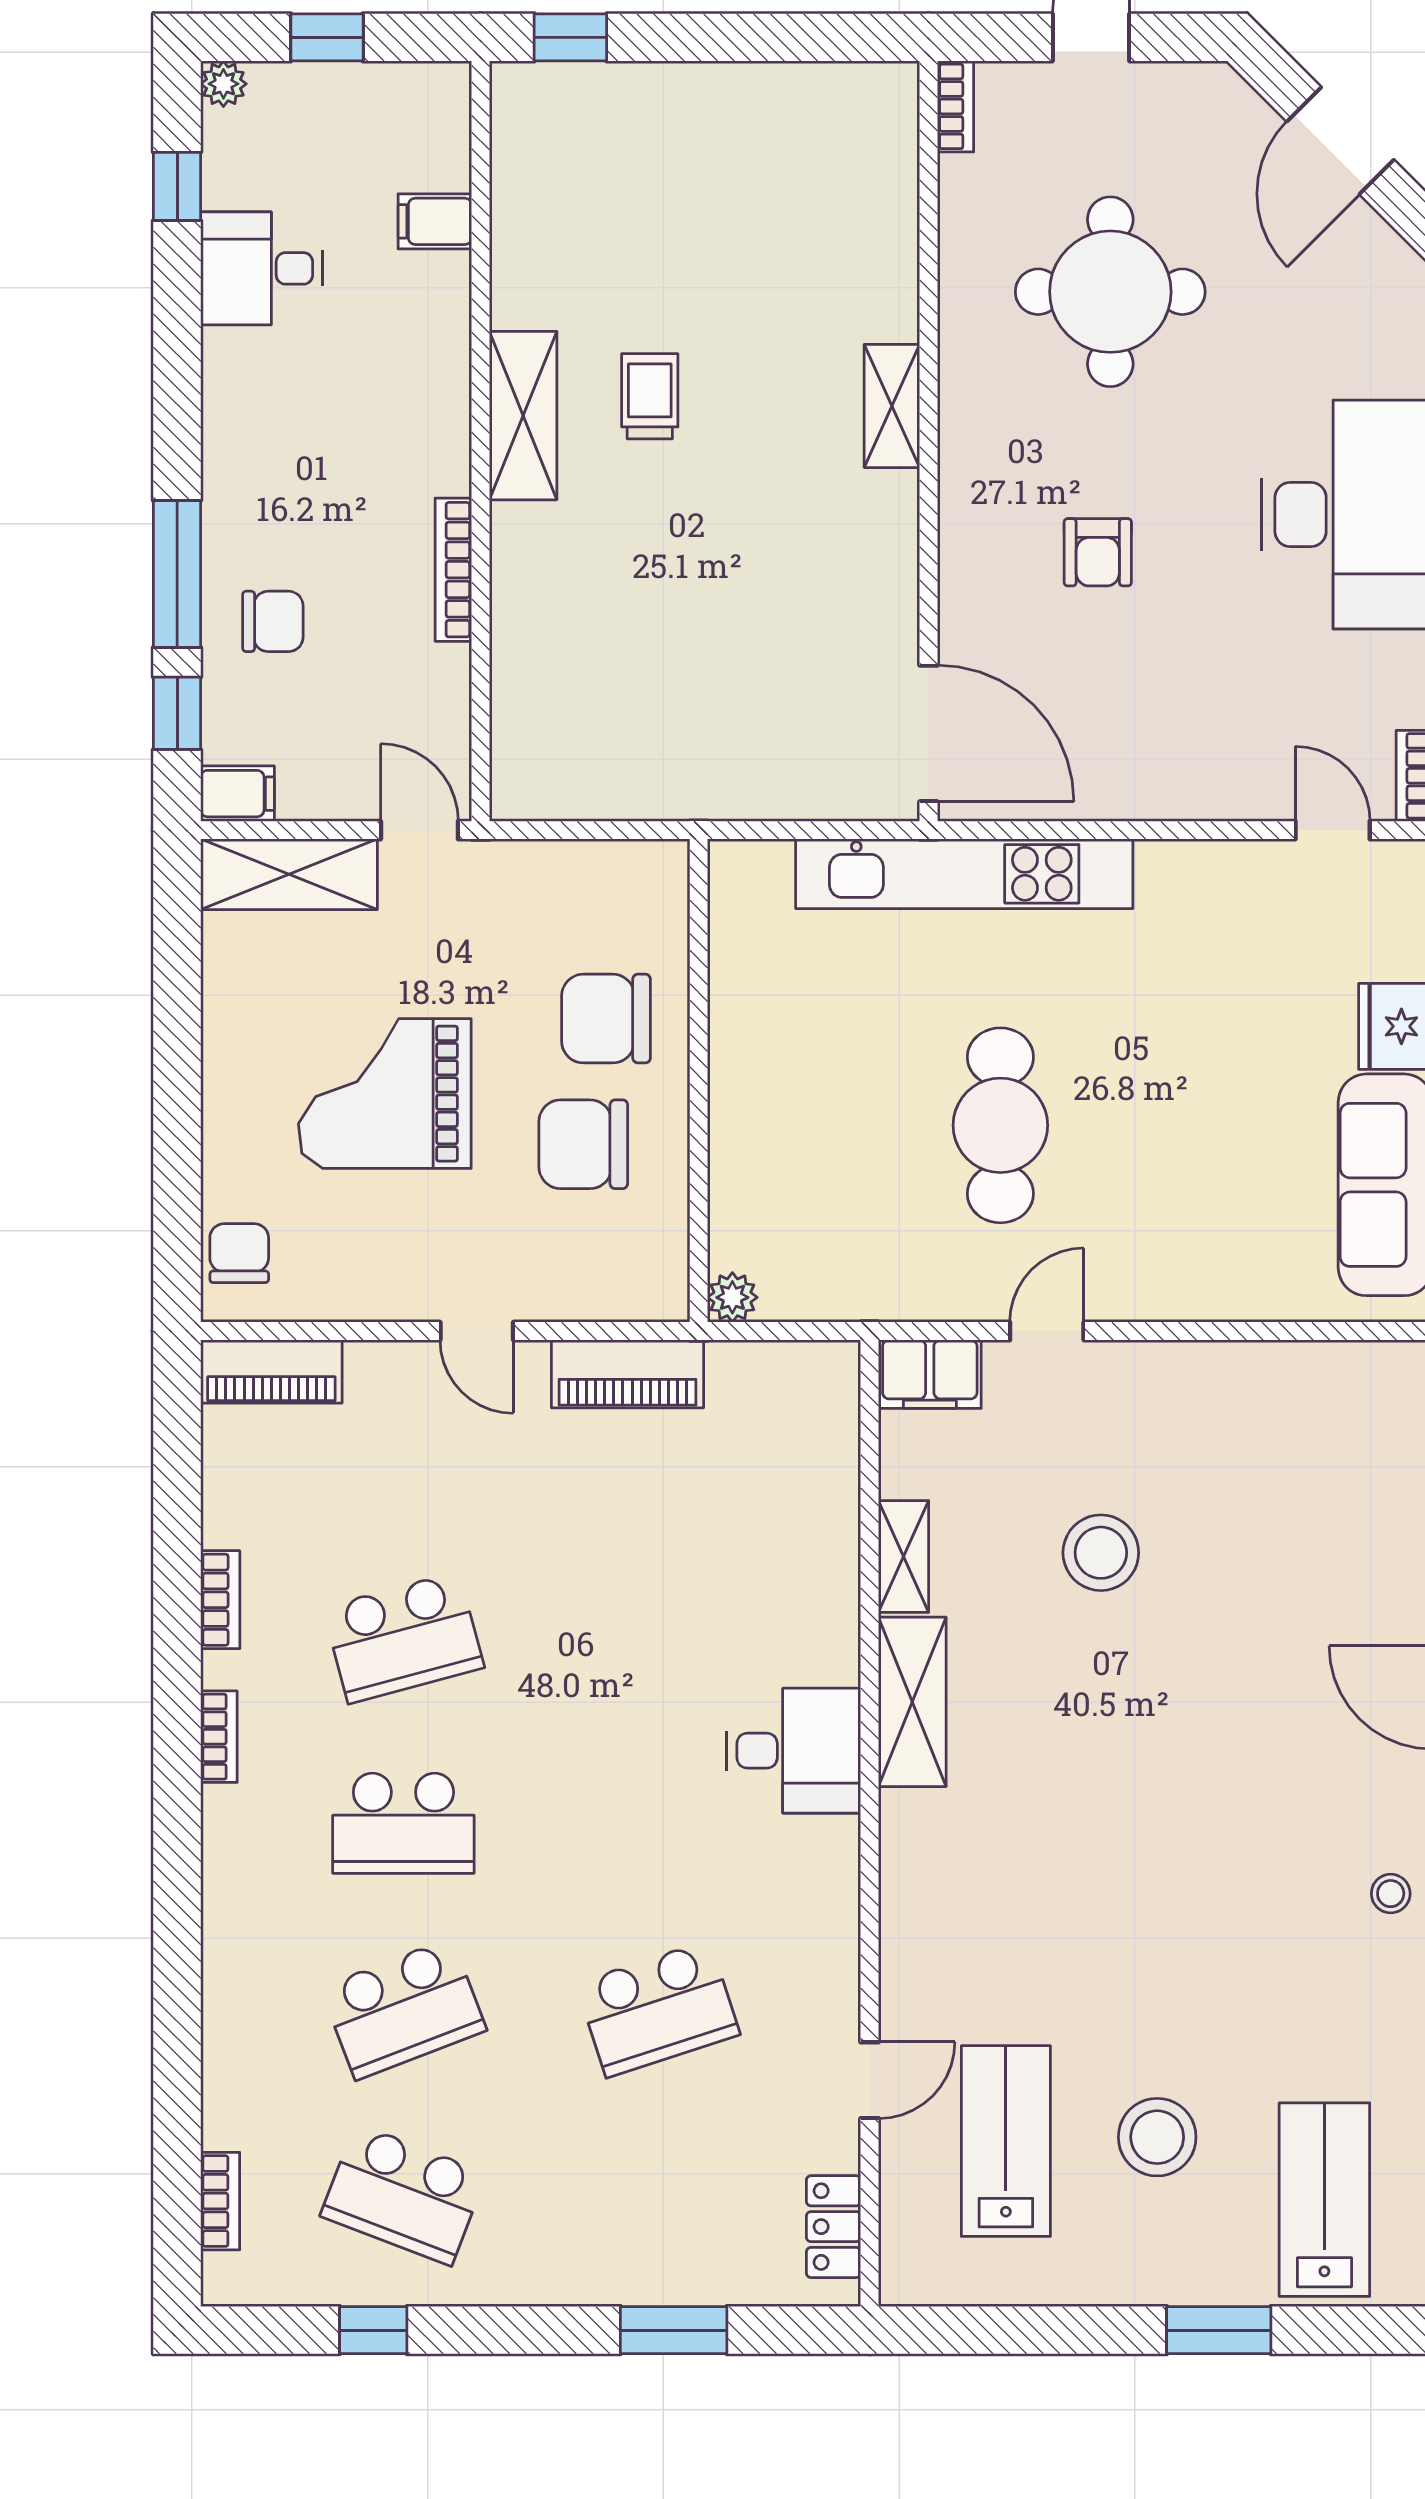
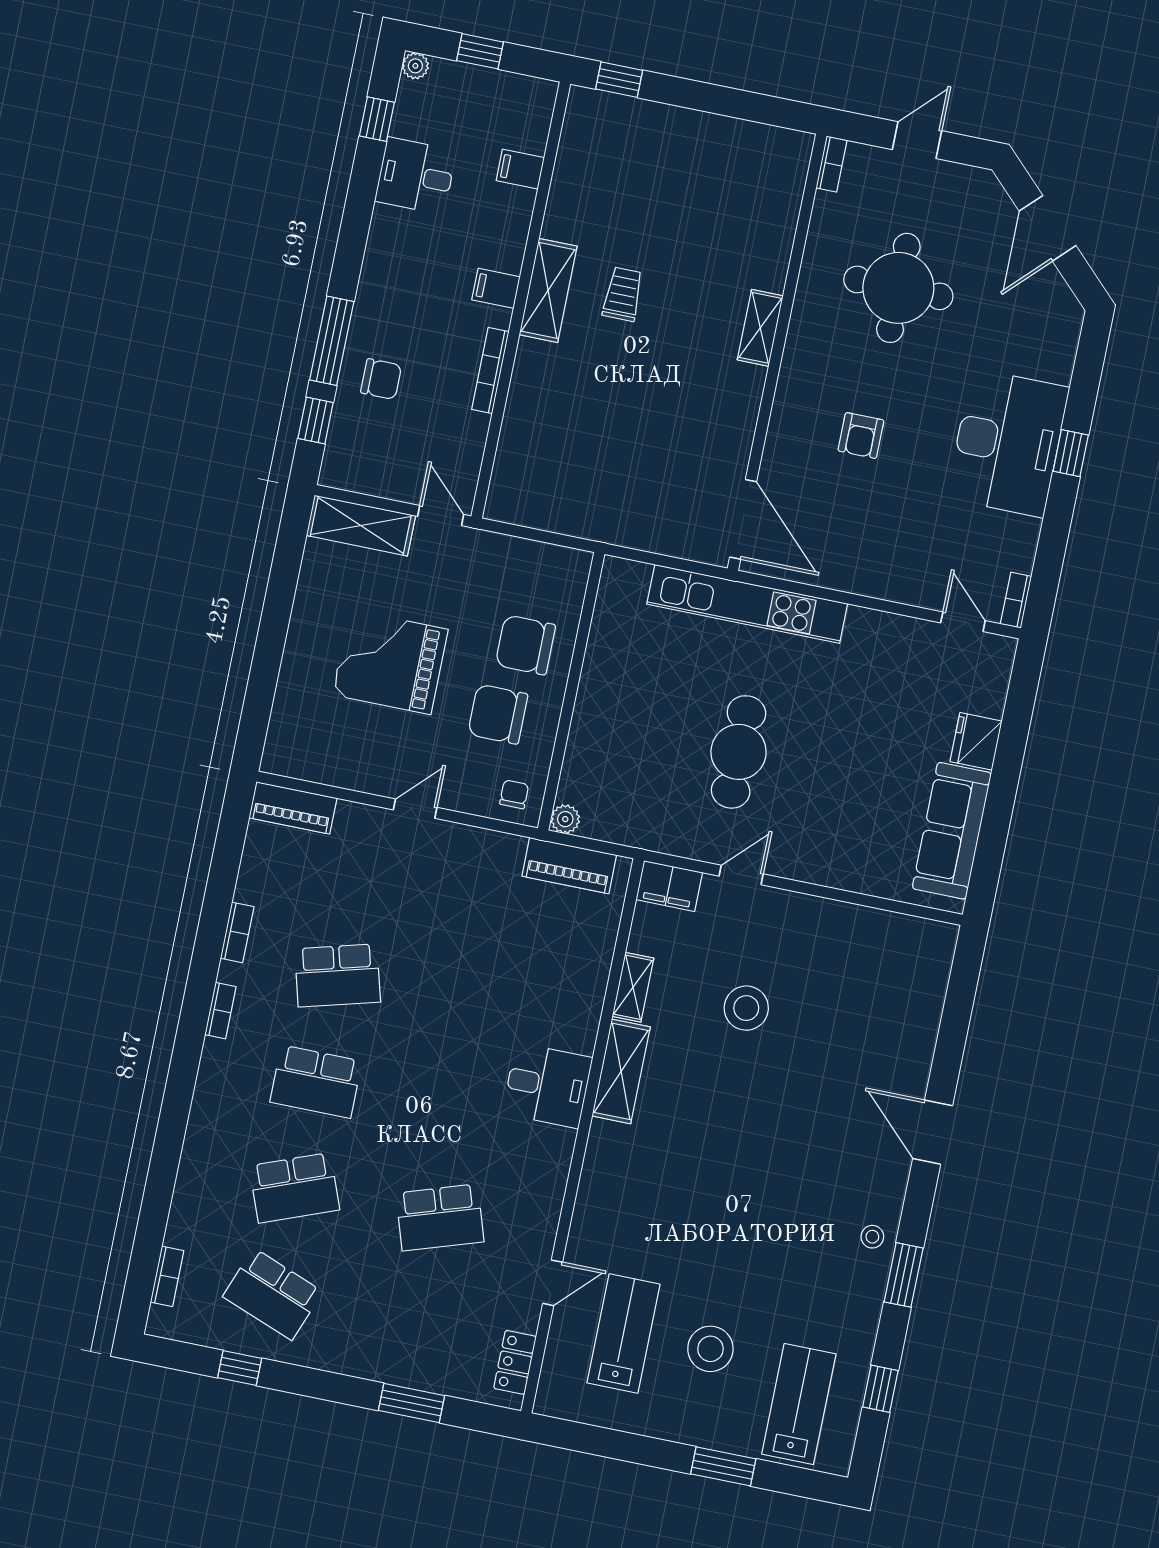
filing cabinet: (237, 794) -> (496, 288), moved, turned 180
chair: (239, 1253) -> (514, 794), moved, width x0.73, depth x0.73
door: (477, 1331) -> (415, 809), swing flipped
piano: (627, 1374) -> (569, 866), moved

